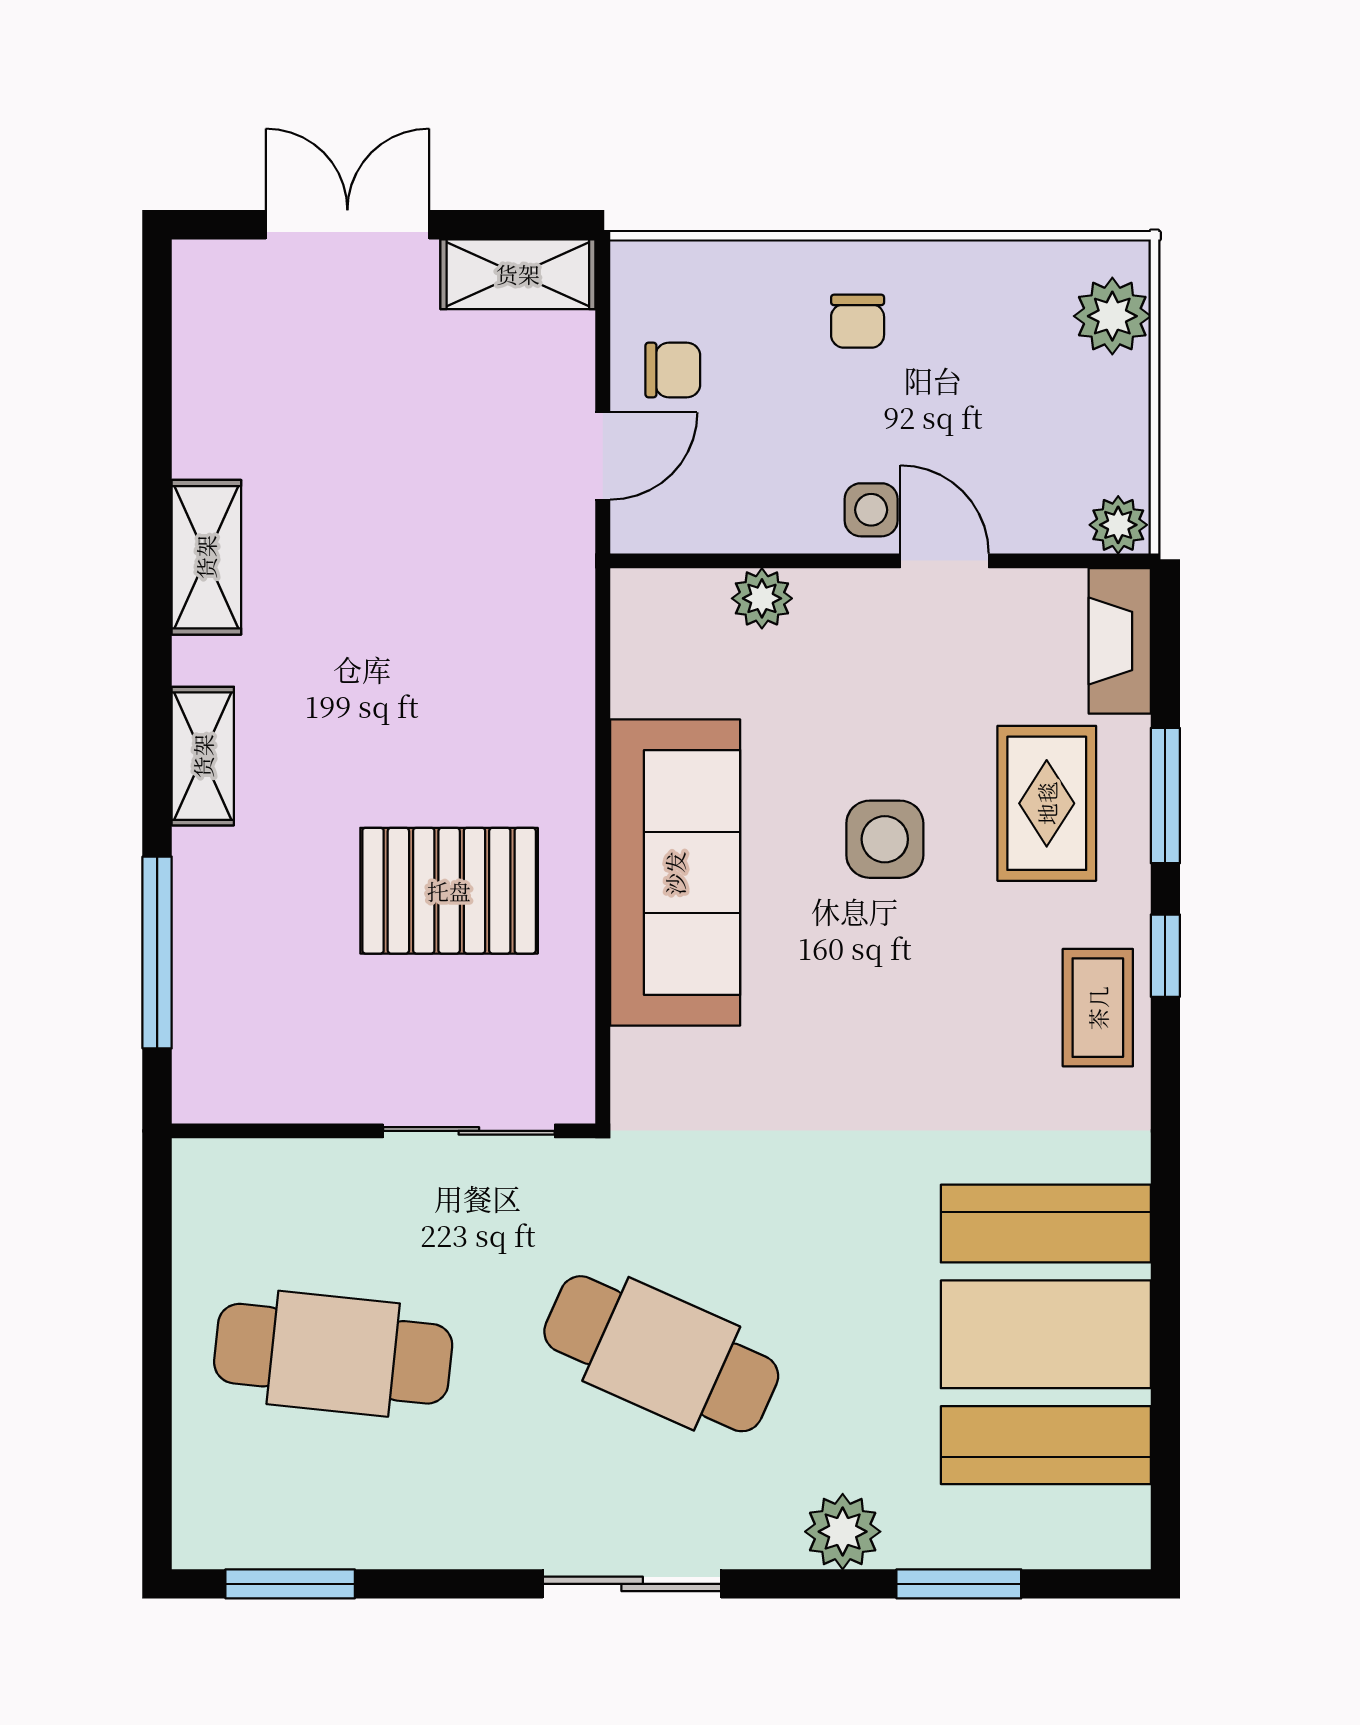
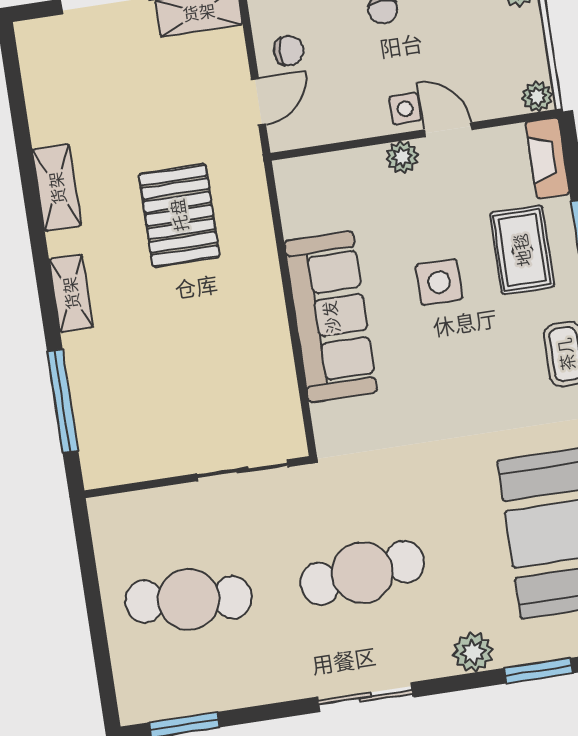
plant: (762, 598) -> (402, 157), moved
pallet: (449, 891) -> (179, 215), moved, turned 90
cafe table: (661, 1354) -> (362, 573), turned -30

